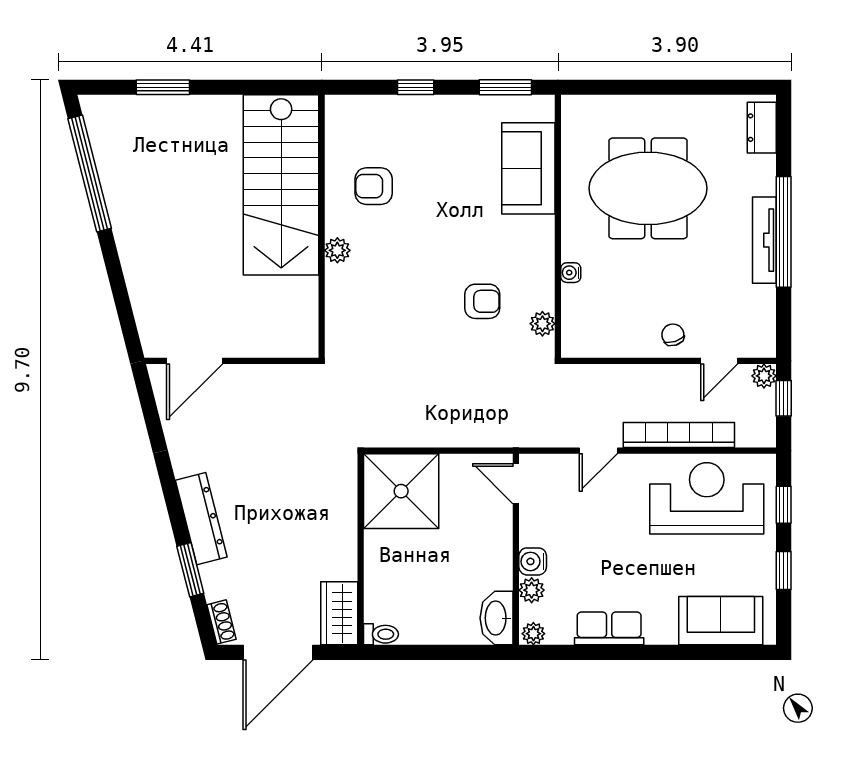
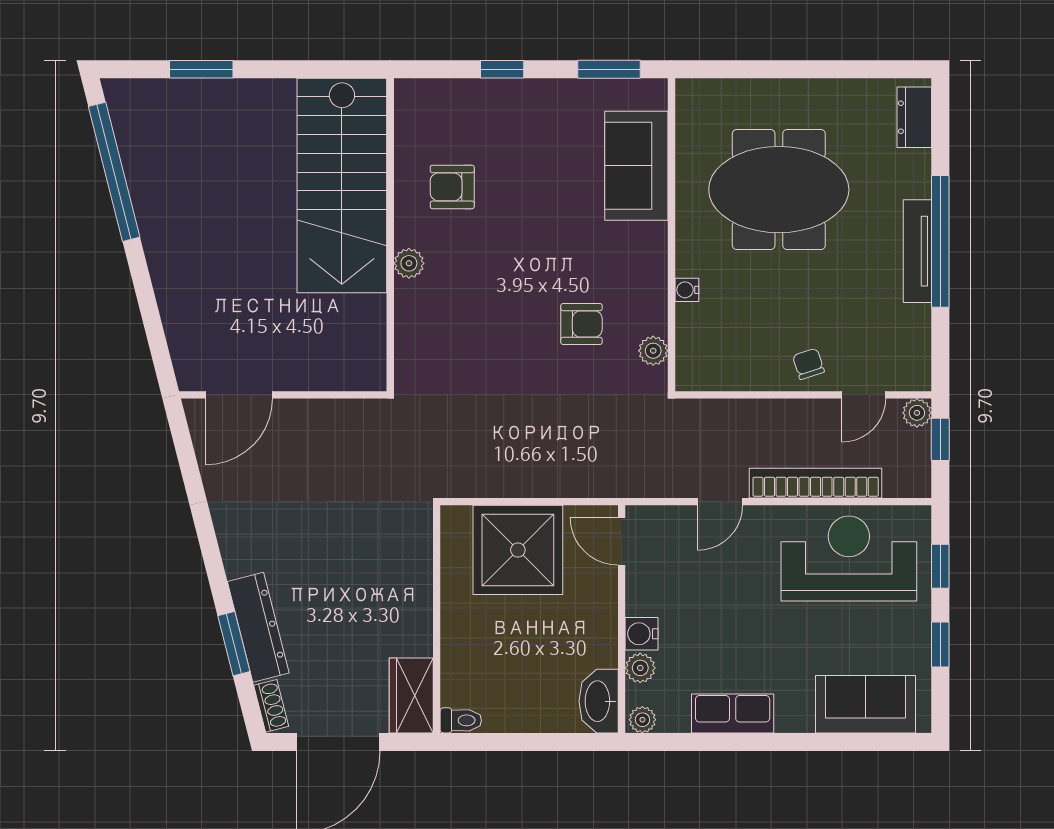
shower: (401, 491) -> (518, 550), moved
dresser: (201, 519) -> (258, 627), moved

